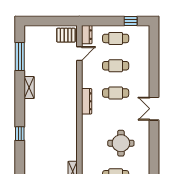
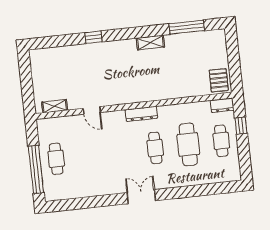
window: (131, 21) -> (241, 126), moved
door: (79, 54) -> (92, 110), moved
cafe table: (116, 66) -> (188, 144), width x1.37, depth x1.35
round table: (121, 143) -> (95, 161), removed

